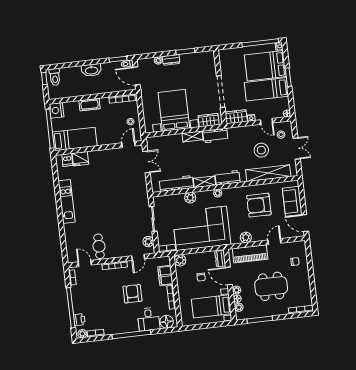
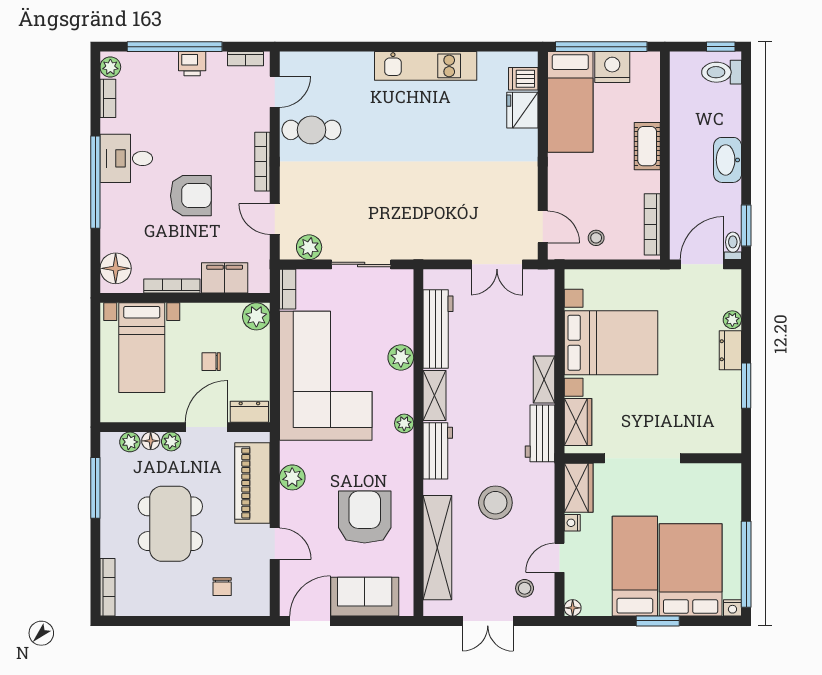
nightstand: (57, 110) -> (612, 67), moved
stool: (261, 150) -> (495, 503), moved
bed with nightstands: (211, 306) -> (142, 348), moved, turned 180
desk: (149, 319) -> (126, 158), moved
printer: (79, 320) -> (192, 64), moved

